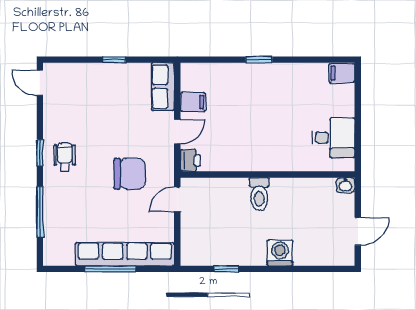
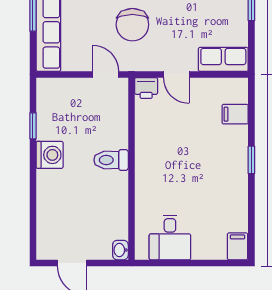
filing cabinet: (193, 102) -> (235, 114), moved, turned 90
washing machine: (280, 253) -> (50, 155), moved

